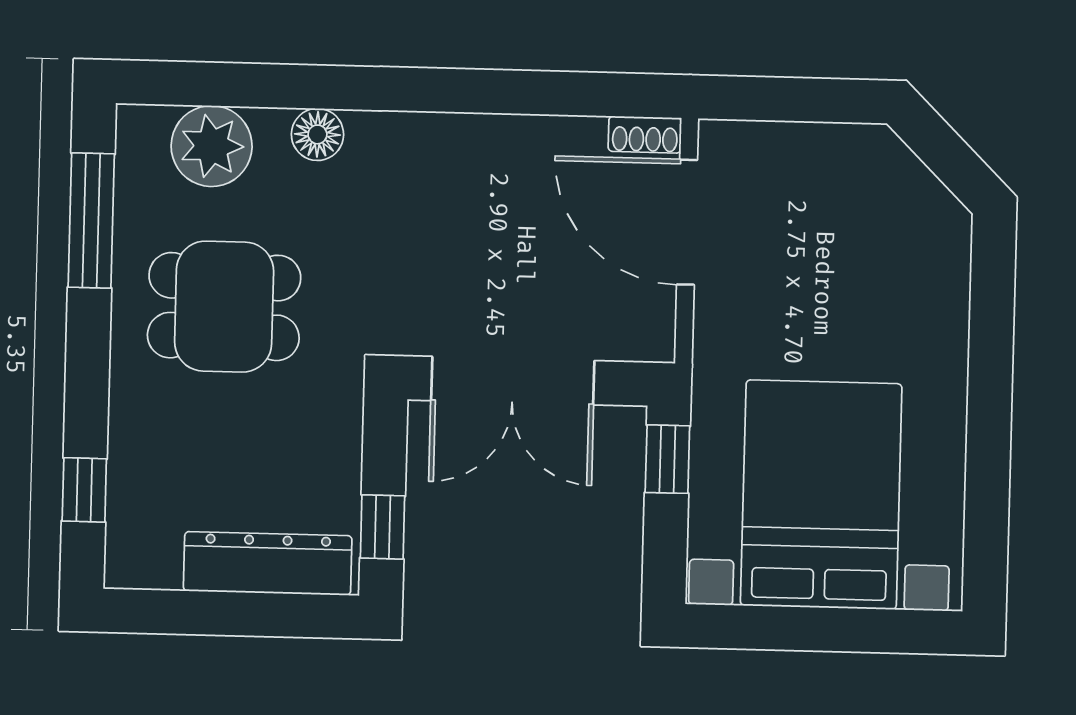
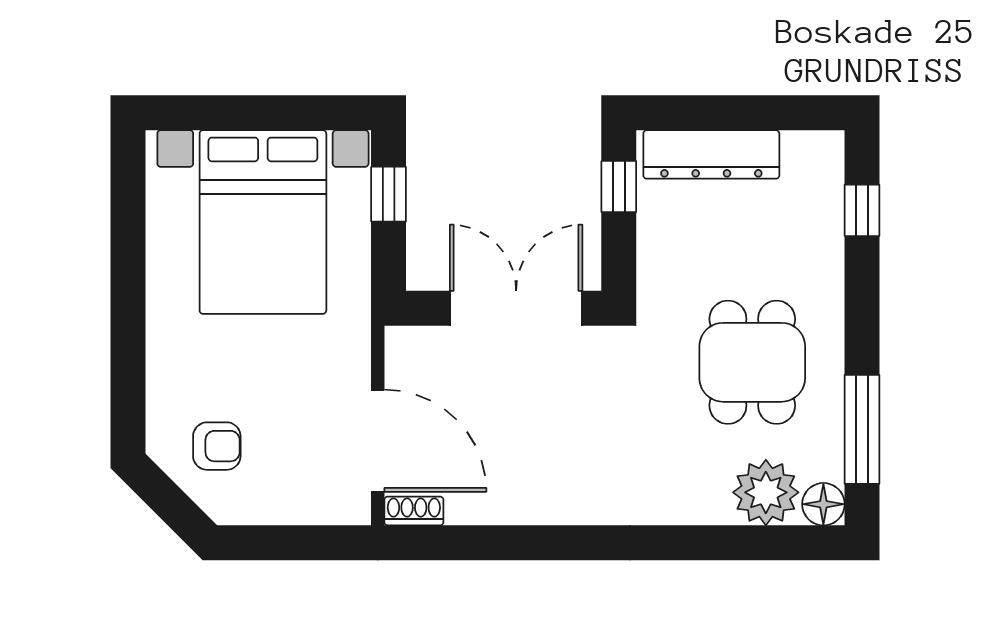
floor lamp: (317, 134) -> (823, 504), moved
armchair: (885, 221) -> (217, 446), added
dining table: (224, 307) -> (752, 362), turned 90
window: (667, 459) -> (389, 194), moved

